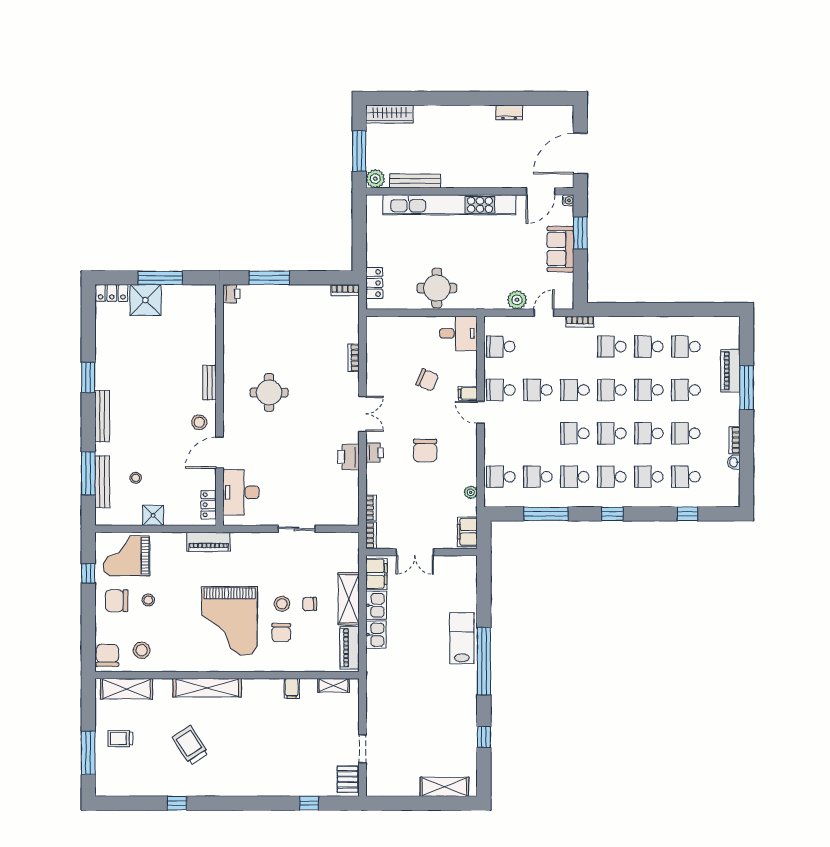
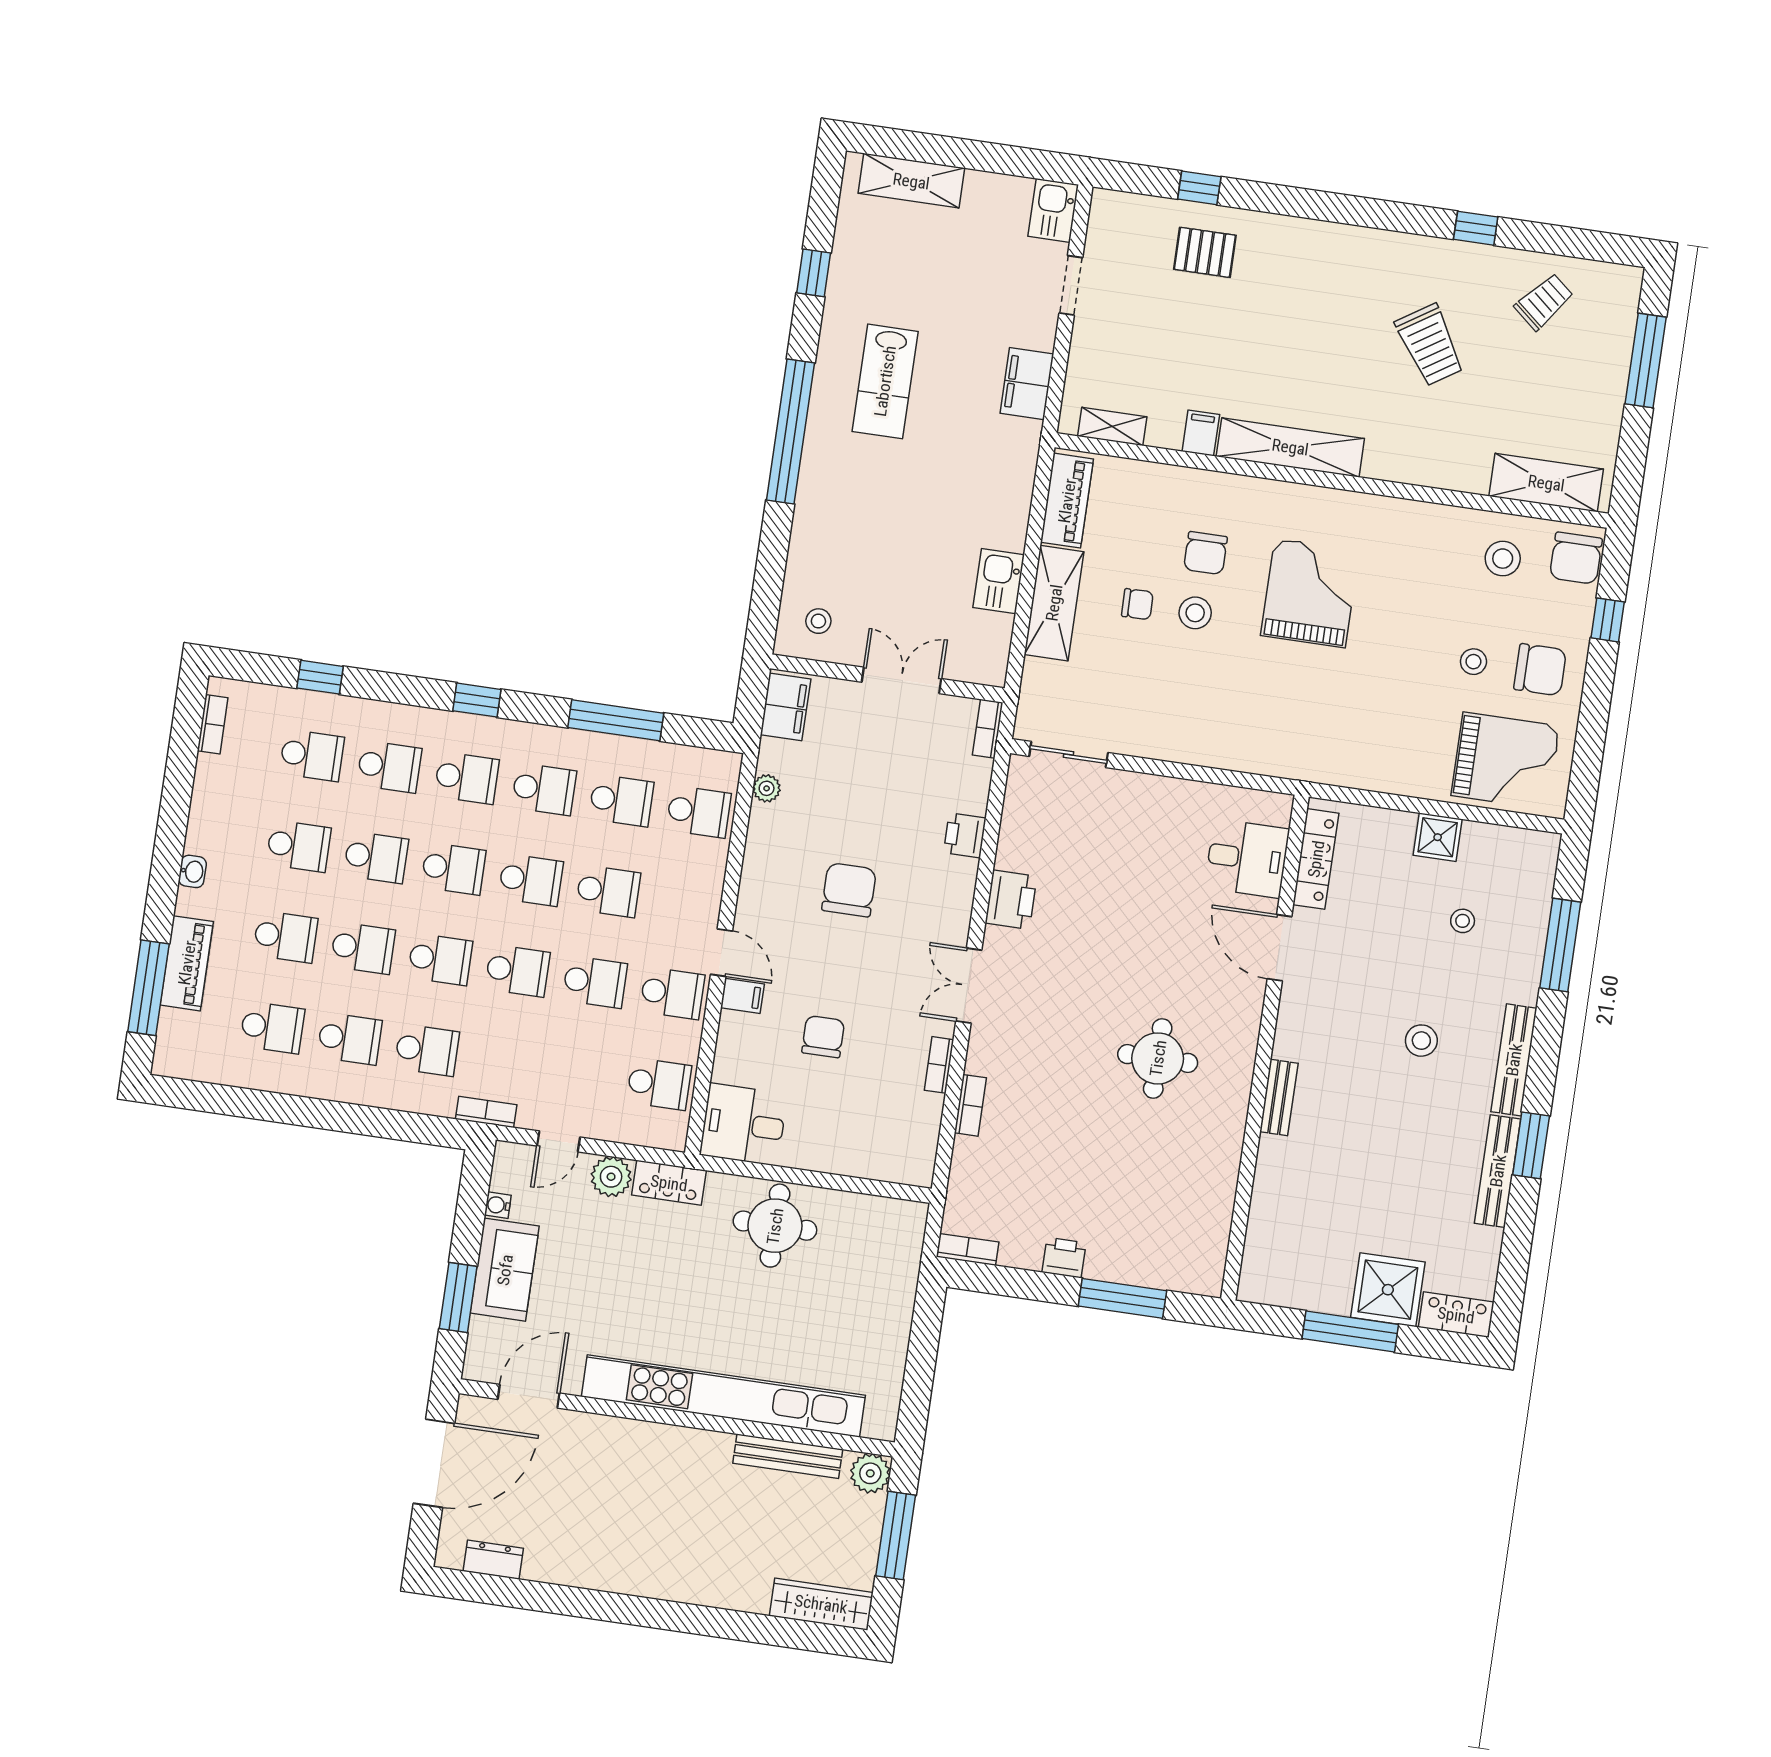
dresser: (509, 112) -> (493, 1560), moved
water cooler: (568, 200) -> (498, 1205), moved
locker: (374, 283) -> (669, 1183), moved, turned -90
printer: (231, 294) -> (1064, 1258), moved, turned 90
chair: (427, 380) -> (823, 1037), turned 67
window: (747, 388) -> (148, 988), moved
stool: (199, 422) -> (1421, 1041), moved
school desk: (538, 433) -> (608, 891), added
bookcase: (734, 440) -> (213, 724), moved
door: (220, 453) -> (1279, 948), swing flipped
printer: (375, 453) -> (965, 835), moved
washbasin: (734, 462) -> (192, 871), moved
bench: (102, 482) -> (1498, 1171), moved
desk: (241, 492) -> (1247, 858), width x0.73
locker: (209, 505) -> (1316, 859), width x1.53
bookcase: (371, 508) -> (939, 1065), moved
sliding door: (297, 529) -> (1069, 754), moved
piano: (209, 542) -> (1330, 765), removed
window: (88, 573) -> (1608, 620), moved
filing cabinet: (376, 574) -> (1027, 384), moved
stool: (458, 574) -> (818, 621), added
grand piano: (230, 621) -> (1310, 593), width x0.73, depth x0.68
chair: (281, 633) -> (1206, 553), turned 180
kitchen sink: (376, 635) -> (1053, 210), moved
lab bench: (462, 638) -> (885, 381), moved
shelving: (207, 688) -> (1290, 447), moved
trolley: (120, 739) -> (1544, 302), moved, turned -50
pallet: (347, 779) -> (1205, 252), moved, turned 90

